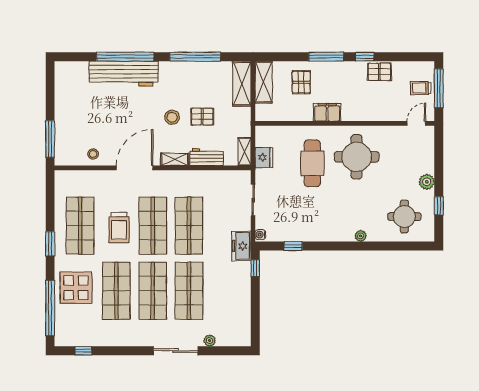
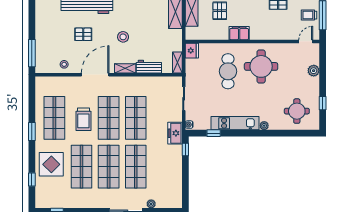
pallet: (202, 117) -> (83, 34), moved
fridge: (264, 157) -> (192, 51), moved
plant: (427, 182) -> (314, 71), moved
kitchen unit: (322, 233) -> (235, 123), added
window: (50, 308) -> (32, 180), width x0.32

